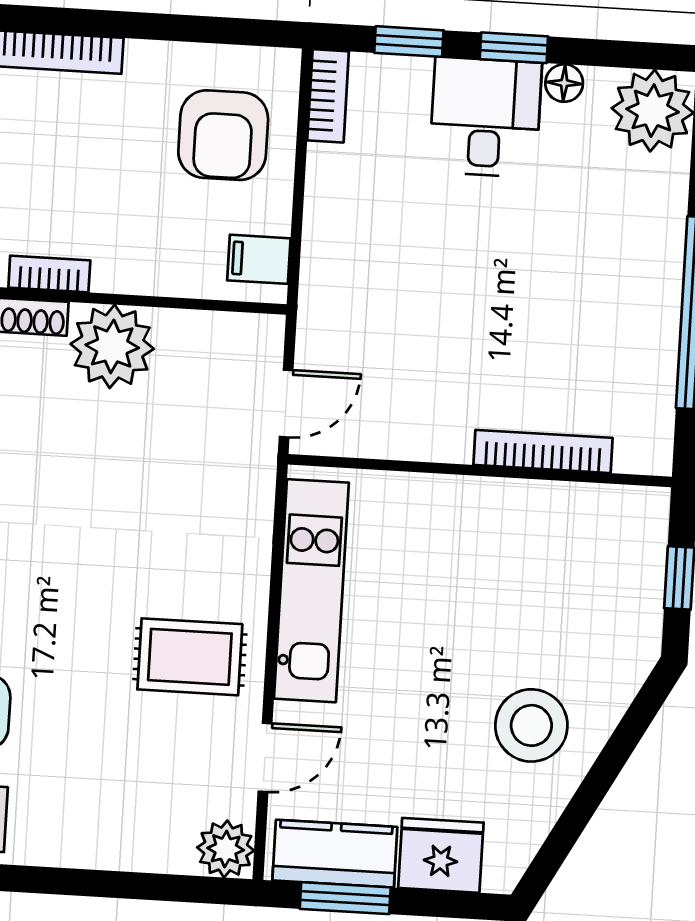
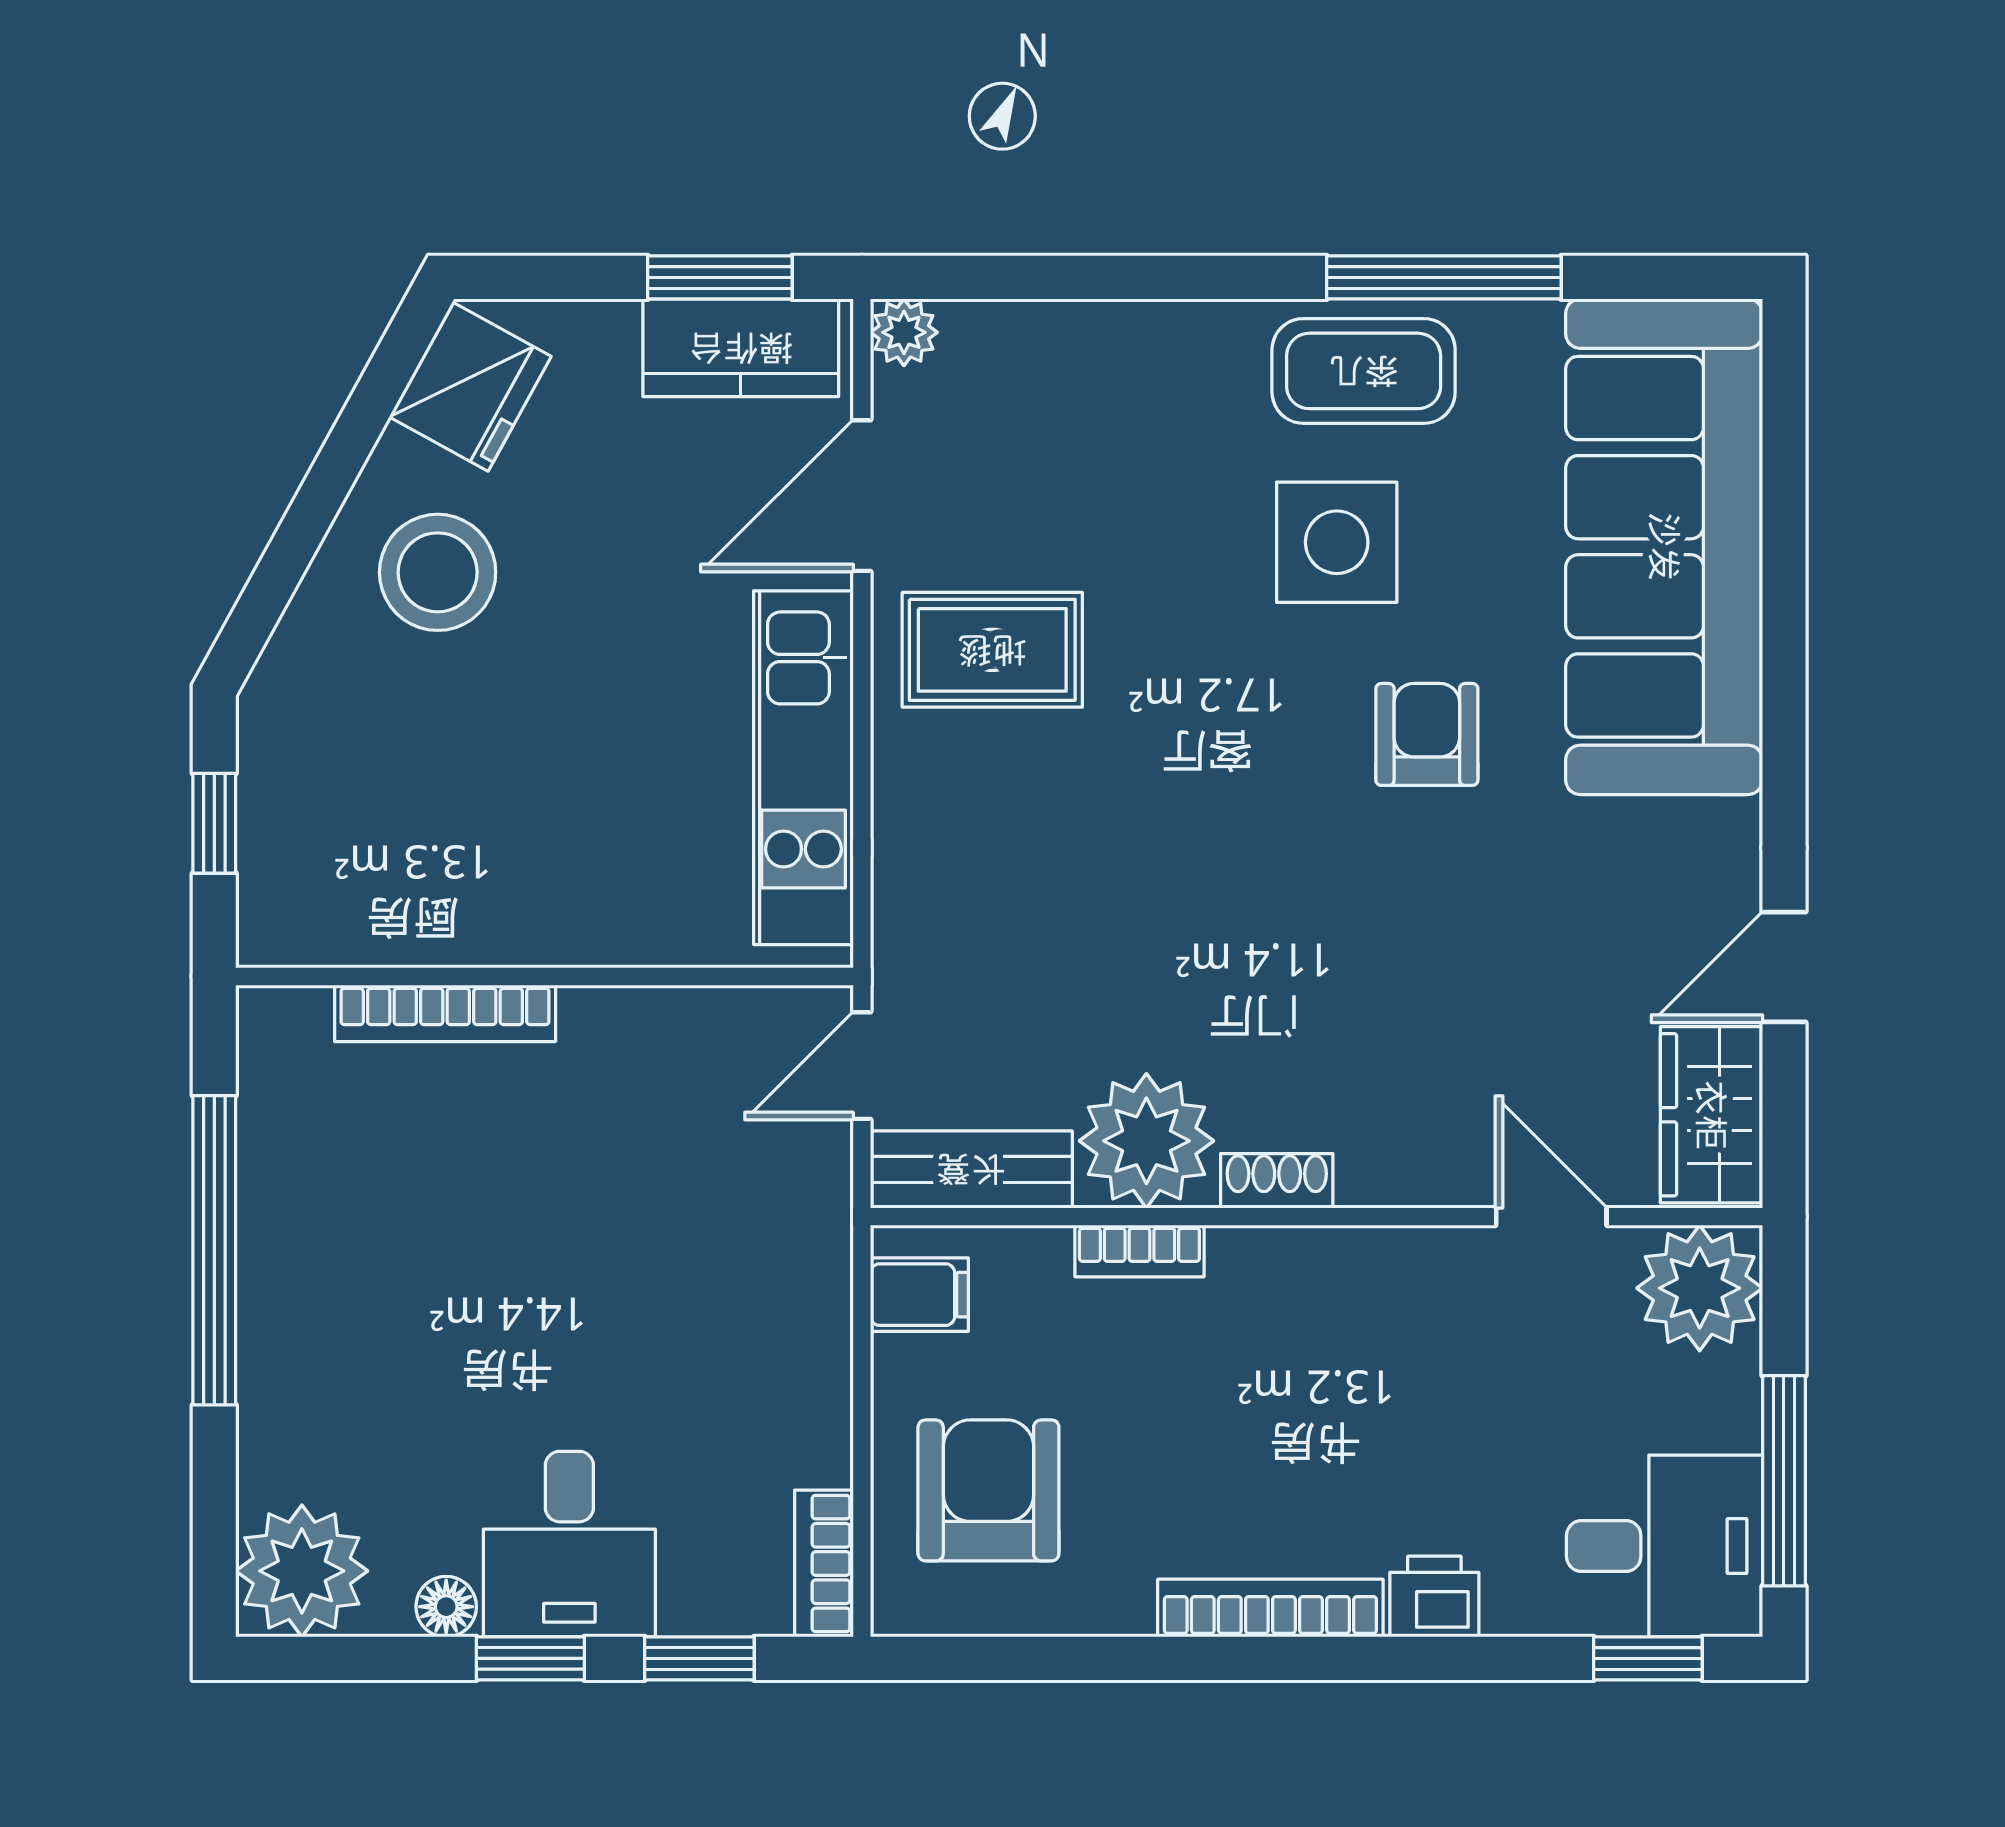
bookcase: (49, 274) -> (1139, 1251), moved
bench: (222, 335) -> (971, 1169), added
door: (265, 757) -> (862, 496), width x1.38
plant: (226, 849) -> (904, 332), width x0.73, depth x0.73
fridge: (441, 855) -> (470, 387), moved, turned -61

